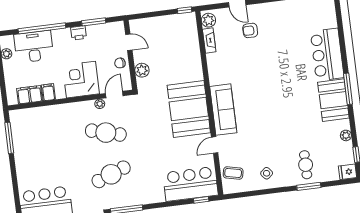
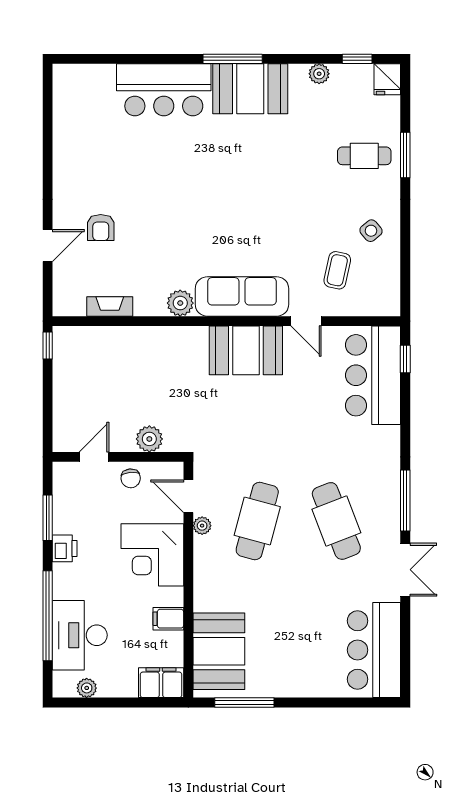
plant: (208, 20) -> (180, 303), moved
filing cabinet: (30, 95) -> (161, 683), moved, turned 90
booth: (189, 109) -> (246, 350), width x0.73, depth x0.70
booth: (35, 121) -> (219, 651), added
coffee table: (233, 173) -> (337, 270), moved

